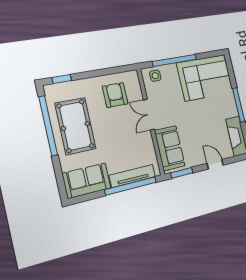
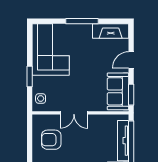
window: (174, 60) -> (30, 76), width x0.47
sofa: (170, 148) -> (118, 91), moved, turned -90

